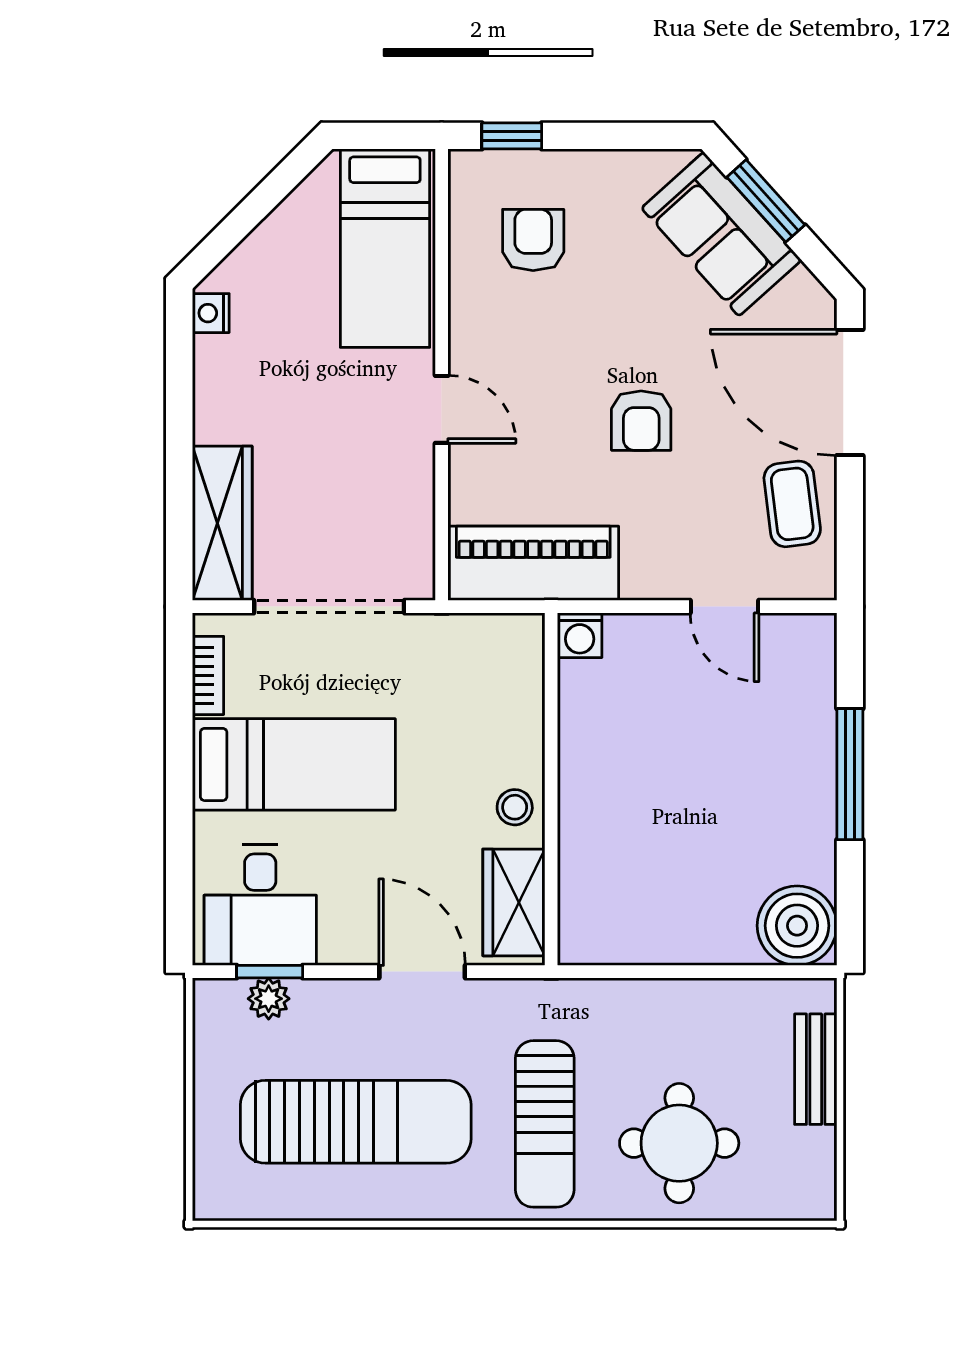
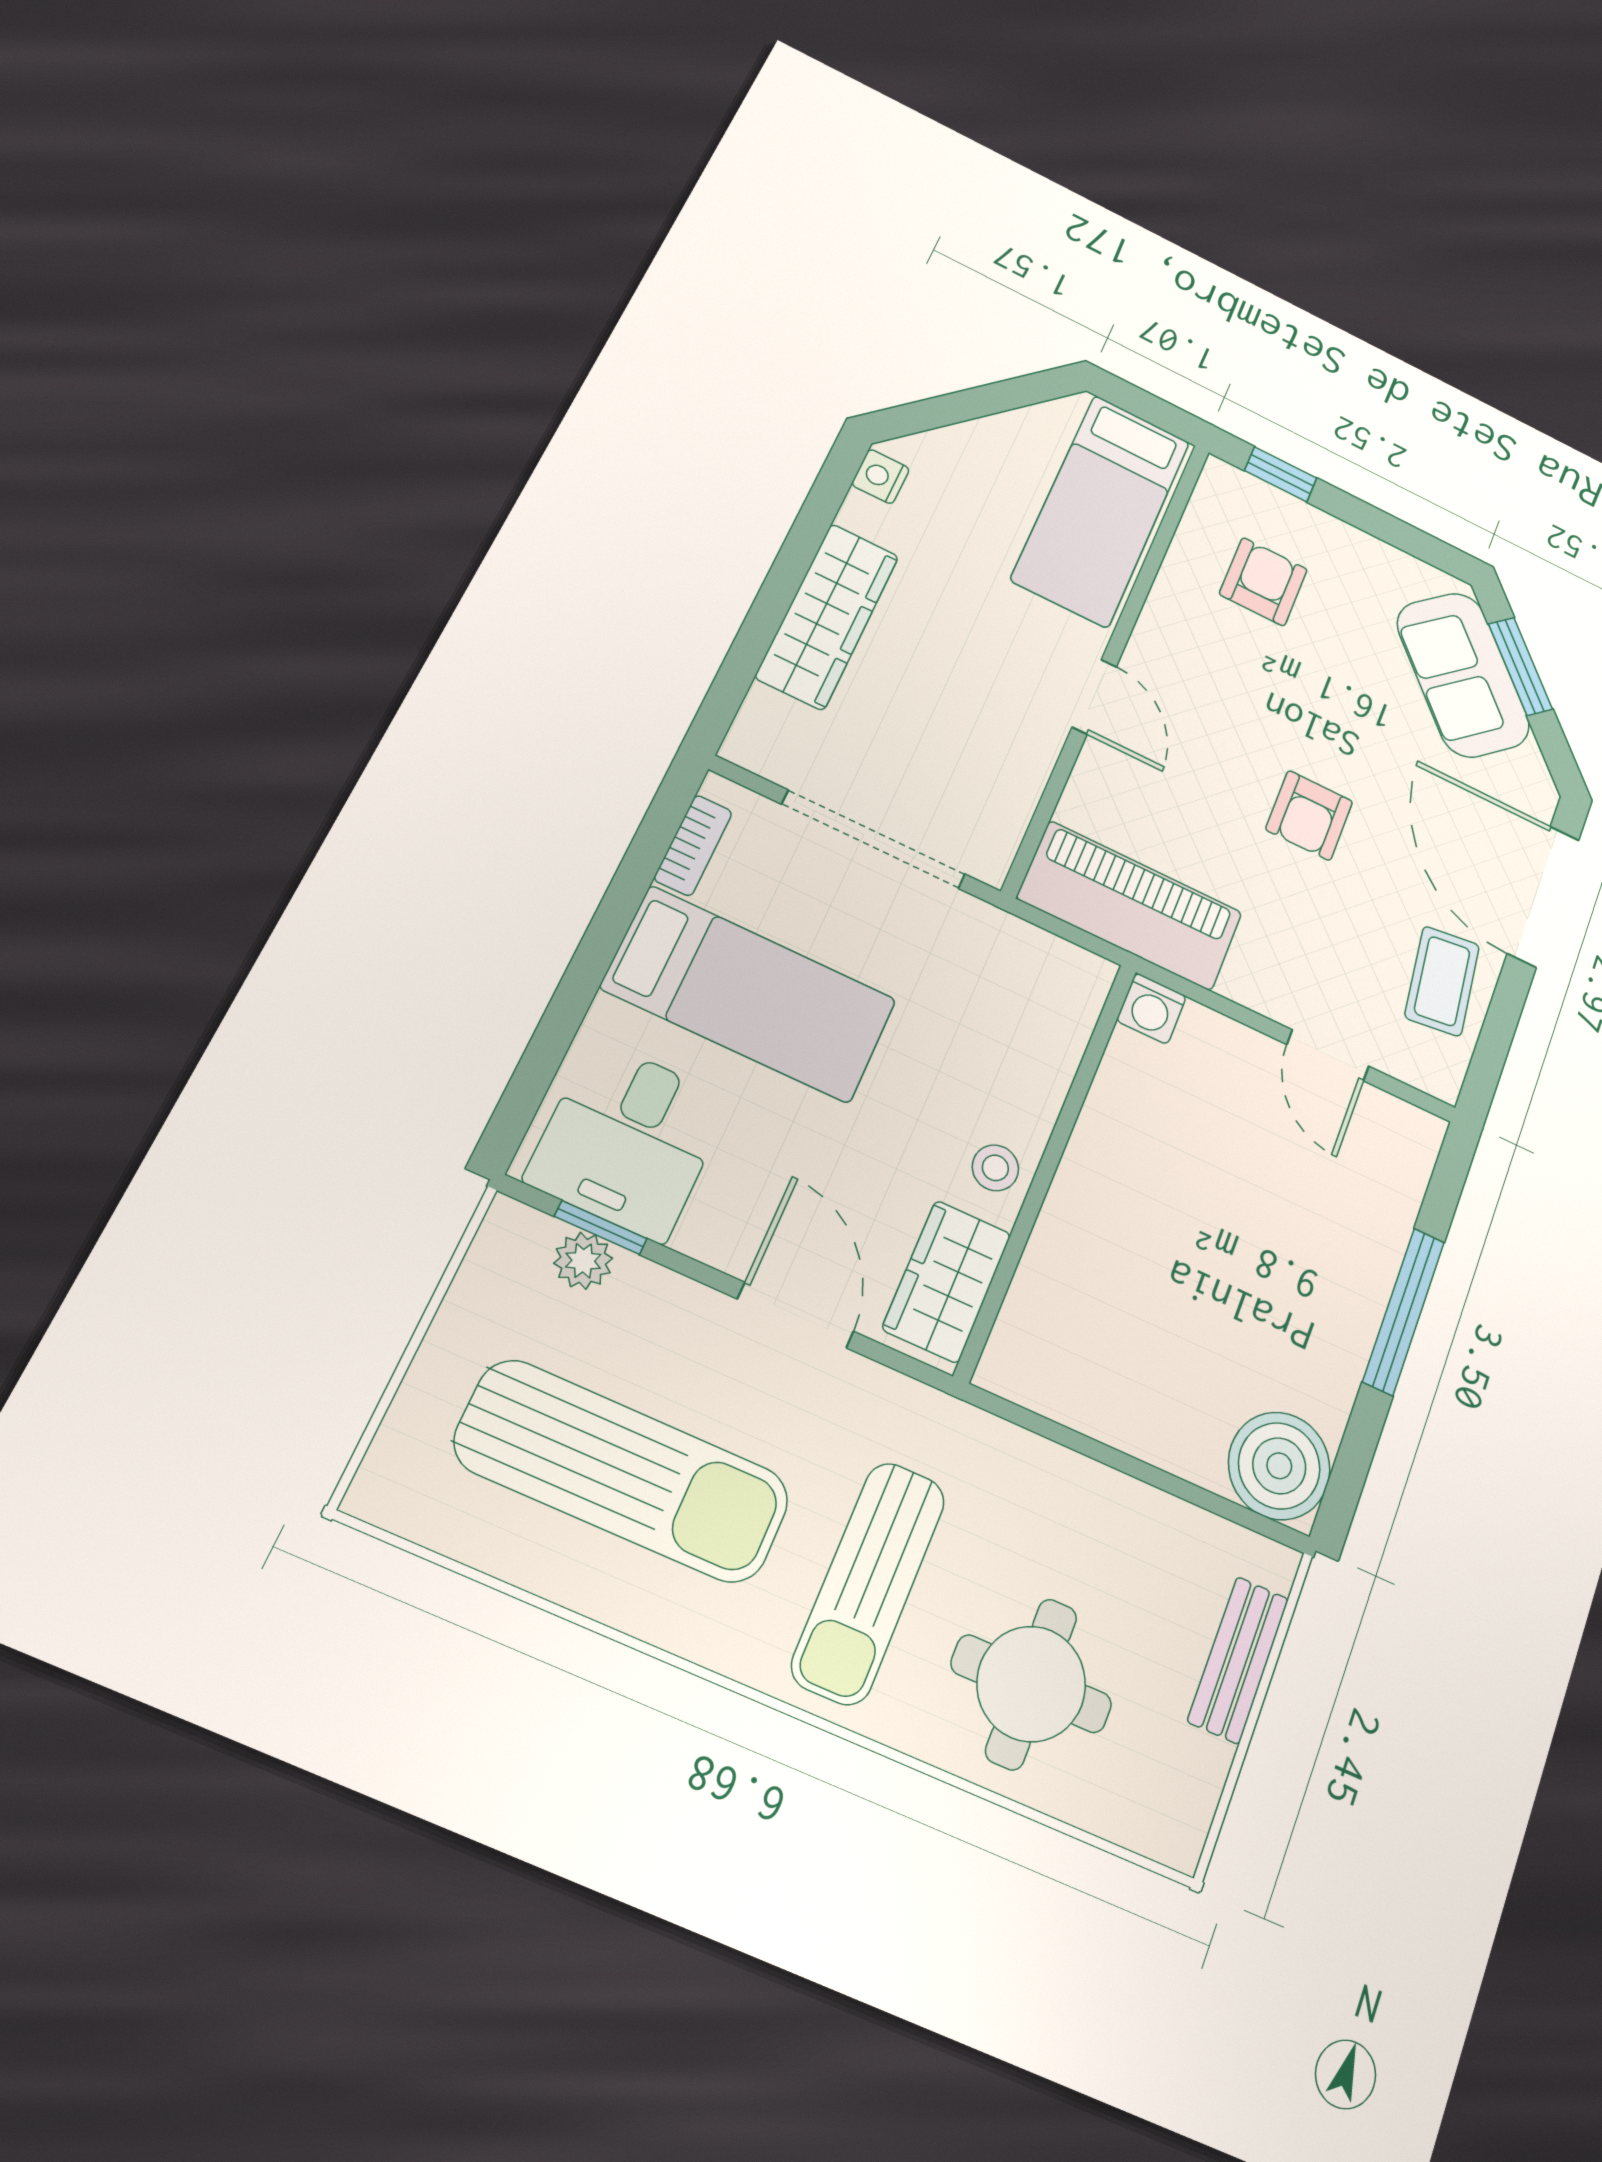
wardrobe: (222, 523) -> (827, 616), moved

